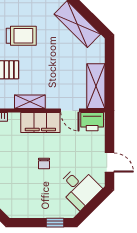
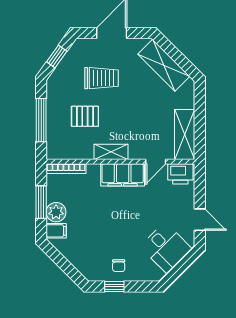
door: (70, 110) -> (156, 162), hinge flipped
chair: (44, 164) -> (119, 266), moved
window: (55, 223) -> (114, 287), moved

